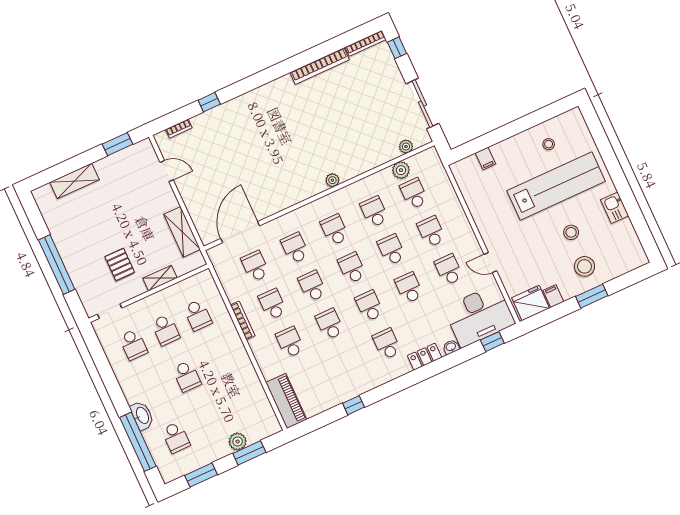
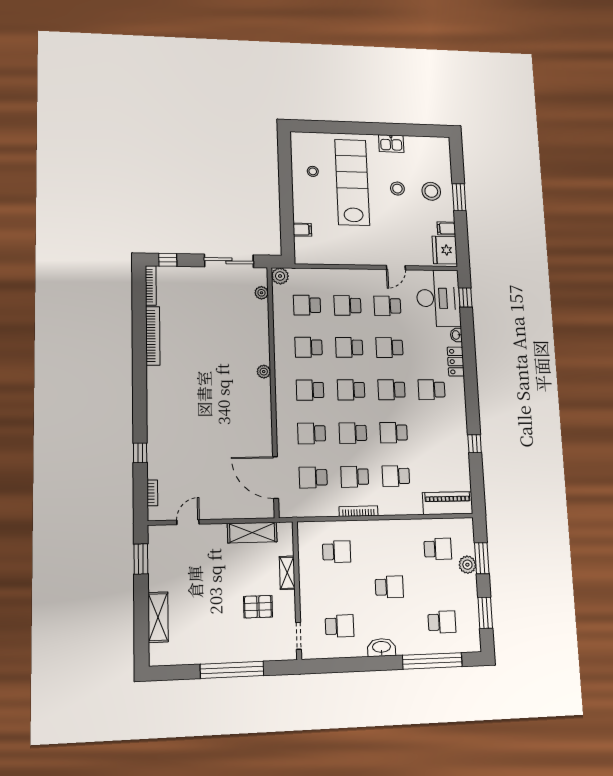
plant: (401, 170) -> (280, 276), moved
school desk: (165, 330) -> (438, 549), moved
washbasin: (142, 416) -> (382, 647), moved

